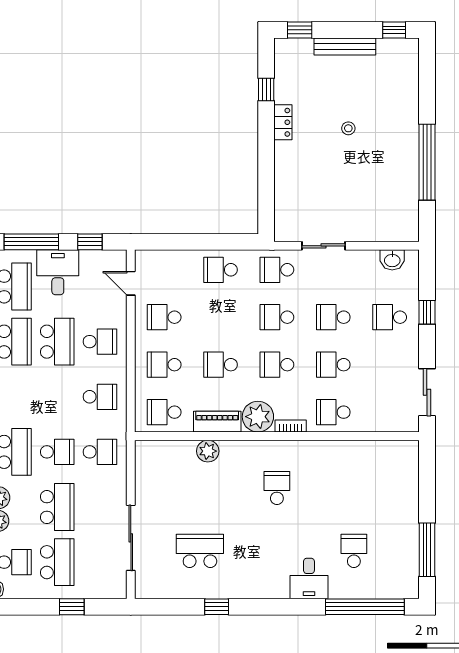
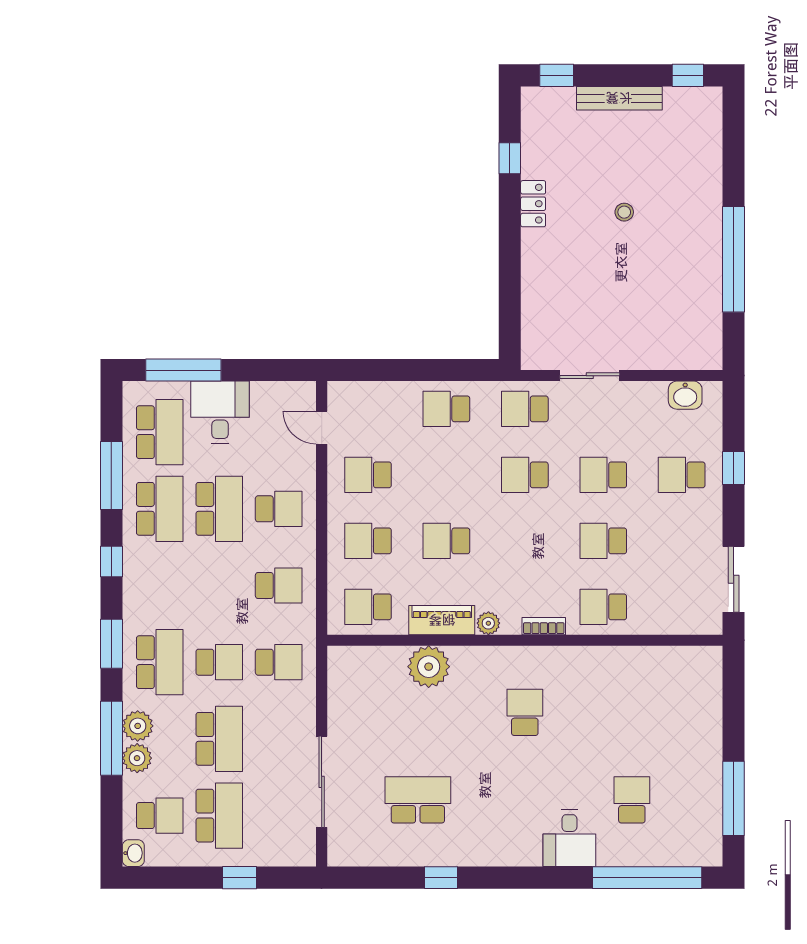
window: (90, 242) -> (265, 370), removed
school desk: (277, 365) -> (525, 541), removed
plant: (258, 417) -> (488, 623), width x0.53, depth x0.53
plant: (208, 451) -> (429, 667), width x1.36, depth x1.36

